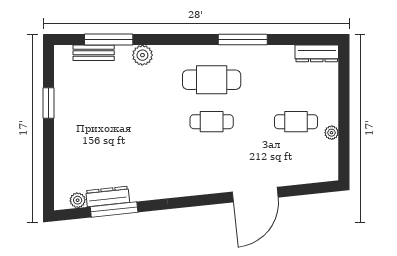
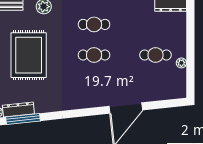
cafe table: (212, 80) -> (94, 24), width x0.73, depth x0.74
rug: (122, 122) -> (29, 55), added

